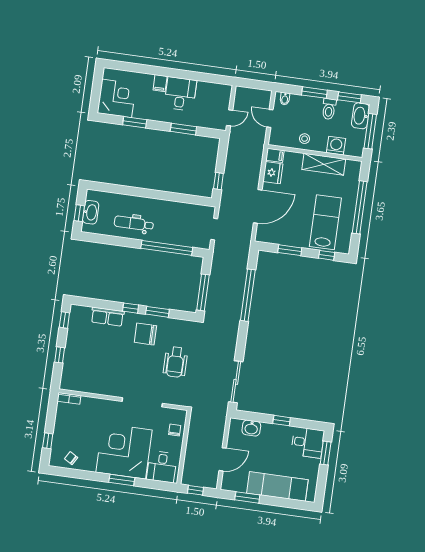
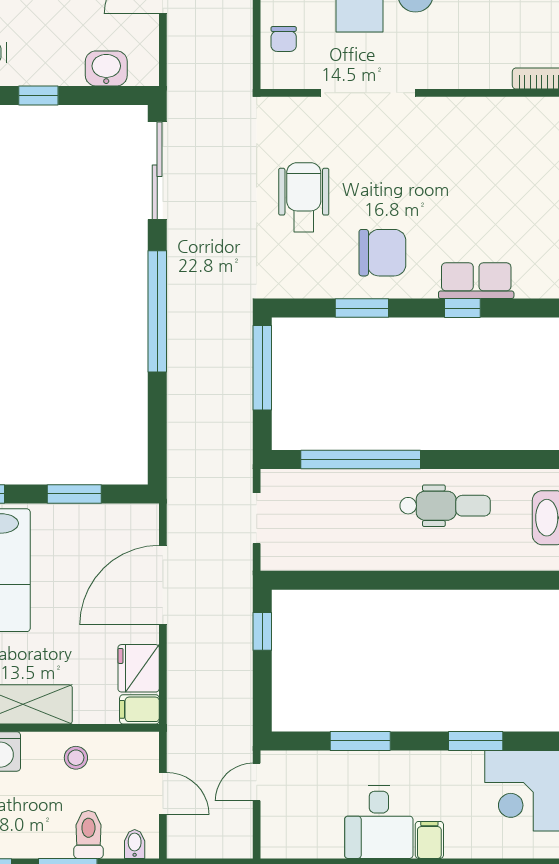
toilet: (329, 109) -> (88, 834), moved
window: (248, 295) -> (157, 311), moved
window: (131, 308) -> (462, 308), moved

